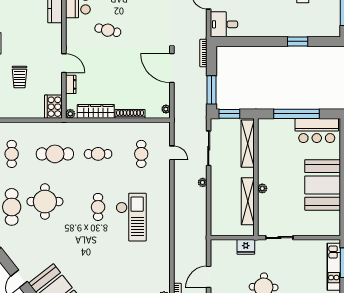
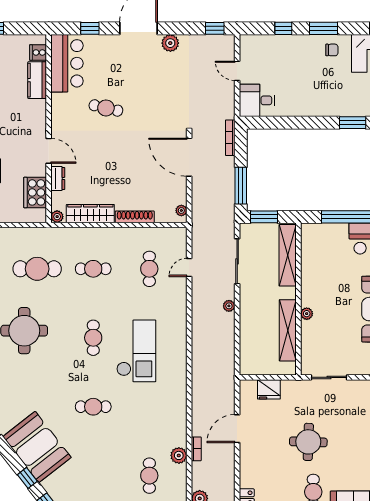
cooker: (53, 107) -> (35, 192), moved
door: (172, 153) -> (189, 267), swing flipped
fridge: (246, 247) -> (269, 389), moved
cafe table: (98, 260) -> (93, 407), added

